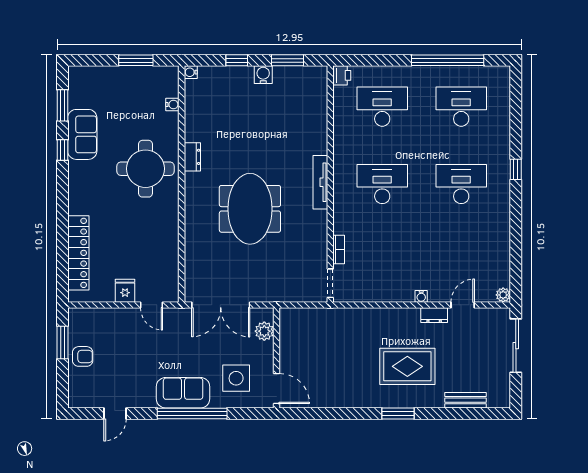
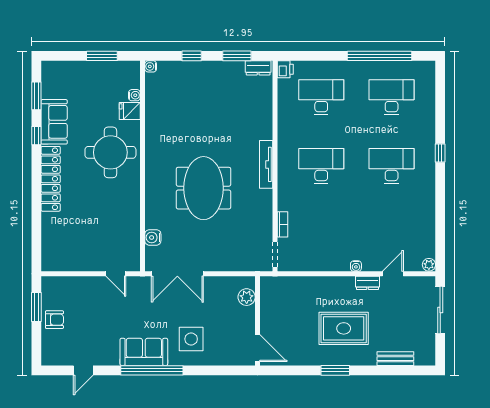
water cooler: (263, 75) -> (153, 237), moved, turned -90
dresser: (192, 157) -> (258, 68), moved, turned 90
locker: (78, 253) -> (51, 179), moved
fridge: (125, 291) -> (130, 111), moved, turned -90
plant: (264, 331) -> (247, 297), moved
wall: (277, 358) -> (257, 321), moved
door: (277, 389) -> (257, 348), moved

